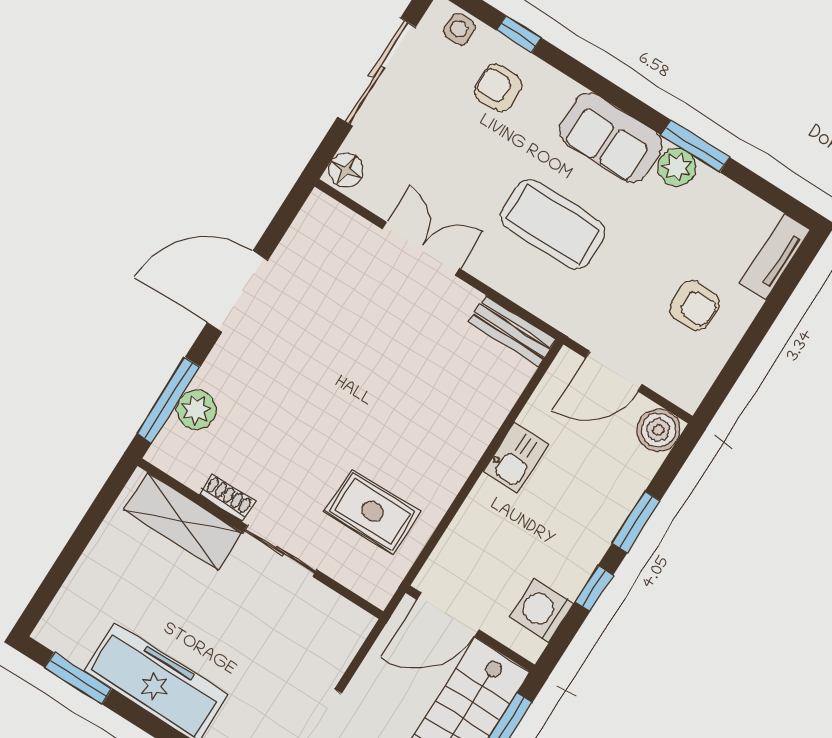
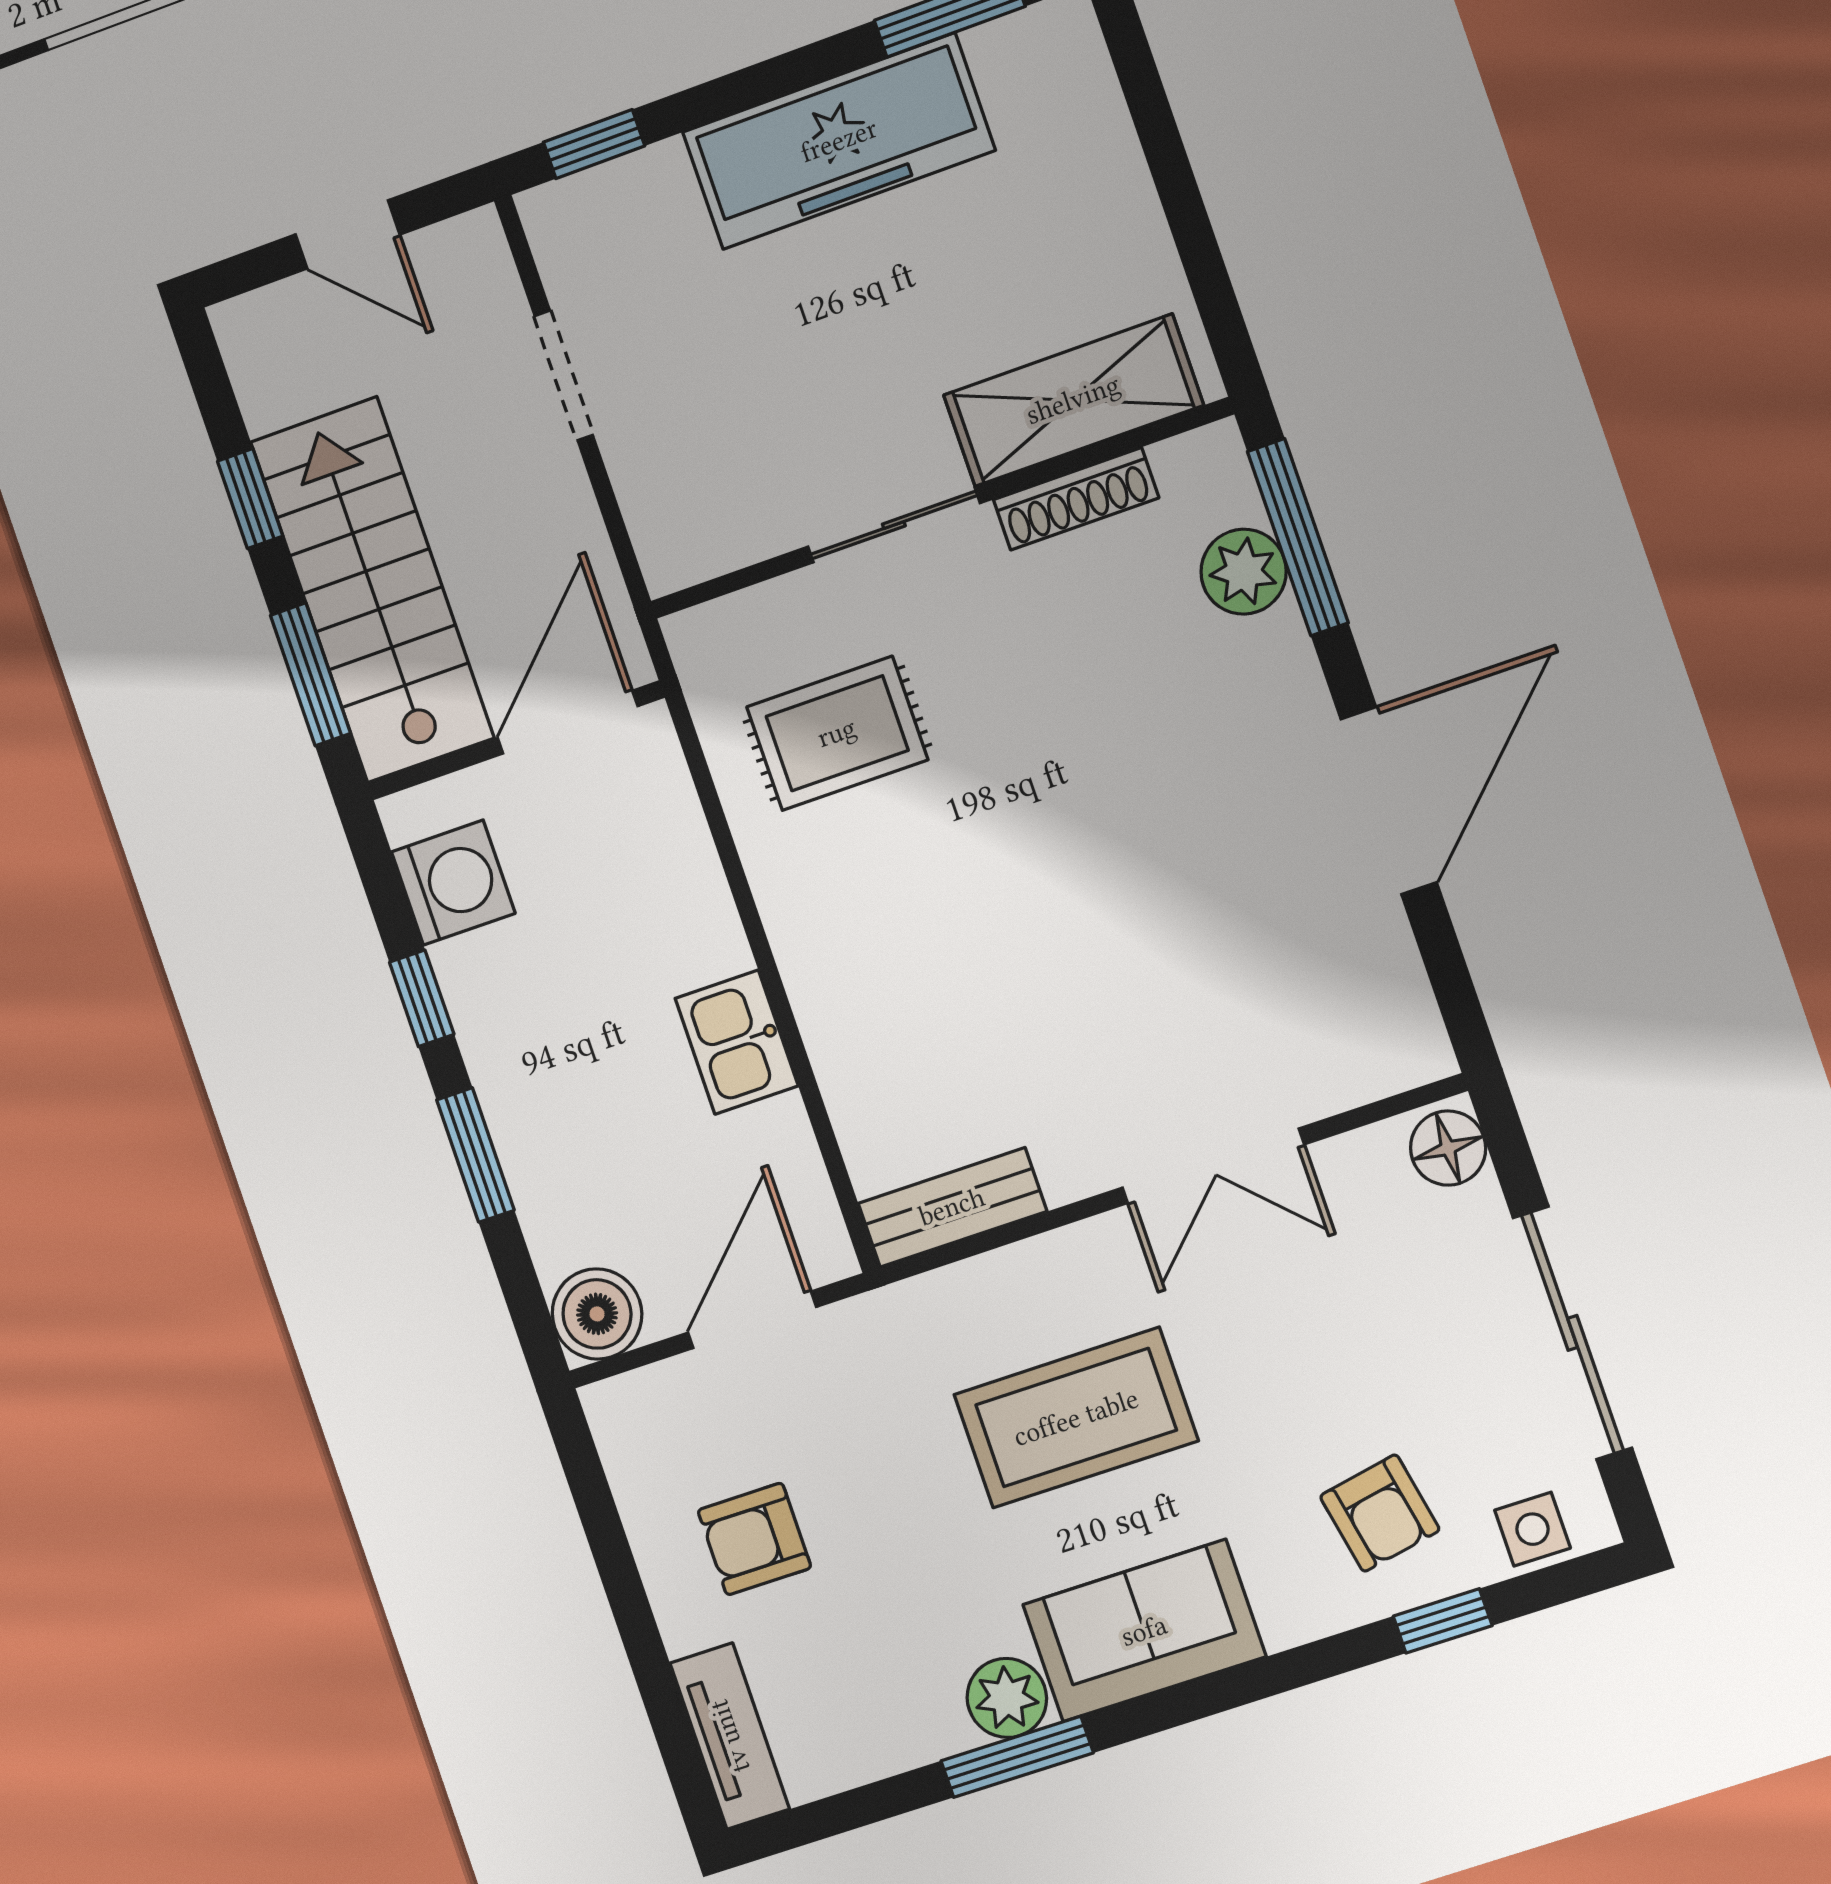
armchair: (498, 88) -> (1380, 1513), turned 79
shoe rack: (227, 498) -> (1076, 499), width x1.43

